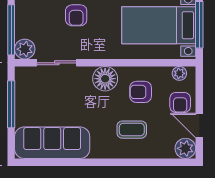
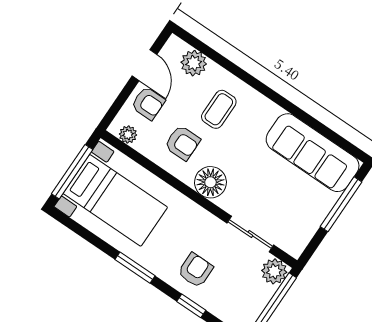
armchair: (180, 102) -> (148, 103), turned 90
window: (11, 104) -> (341, 204), moved
coffee table: (132, 130) -> (219, 109), turned 90
plant: (185, 148) -> (194, 63), moved

